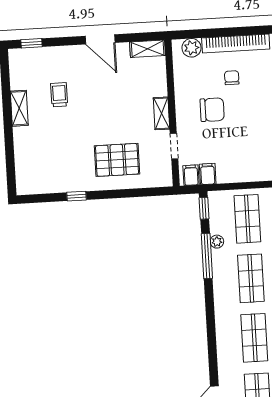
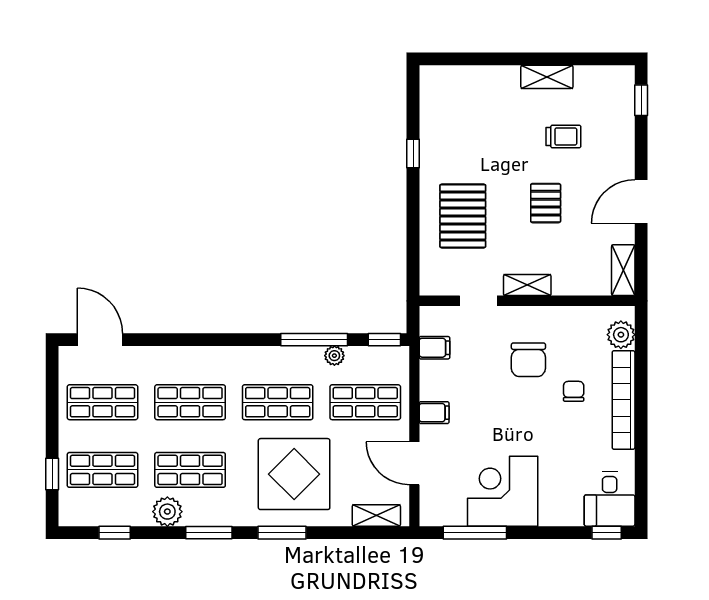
chair: (232, 78) -> (574, 391), turned -90
pallet: (105, 104) -> (546, 203), added
filing cabinet: (191, 175) -> (434, 413), moved

